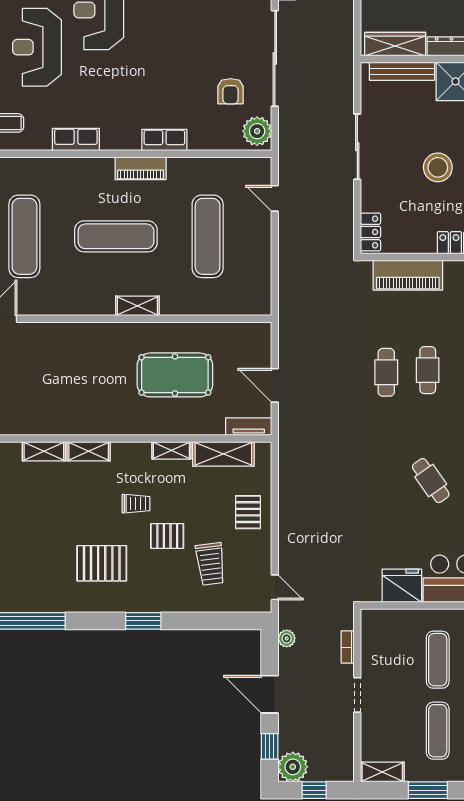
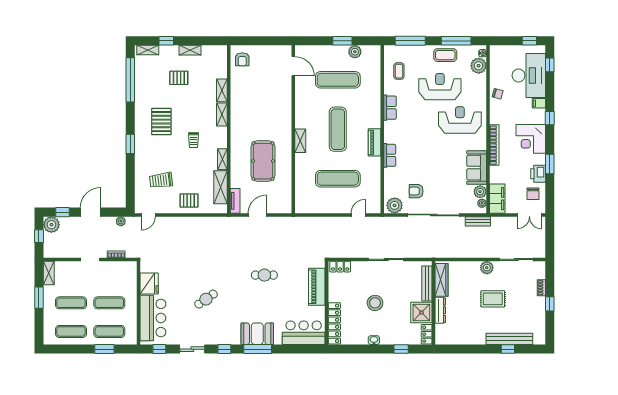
cafe table: (428, 370) -> (266, 297), removed
pallet: (167, 536) -> (179, 78), moved, turned 90

